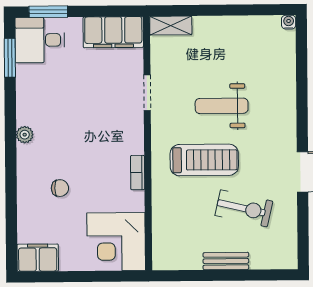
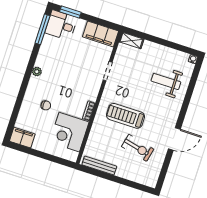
window: (10, 58) -> (42, 29), width x1.44
weight bench: (222, 106) -> (166, 81), moved
treadmill: (204, 160) -> (125, 116), turned 180
corner desk: (116, 242) -> (69, 132), moved
bench: (226, 261) -> (99, 166), moved, width x1.36

